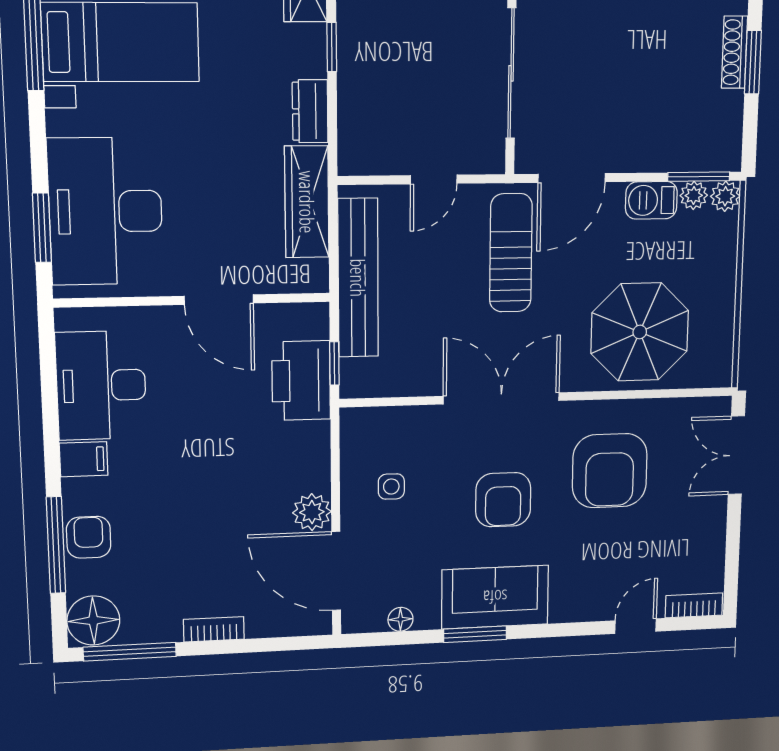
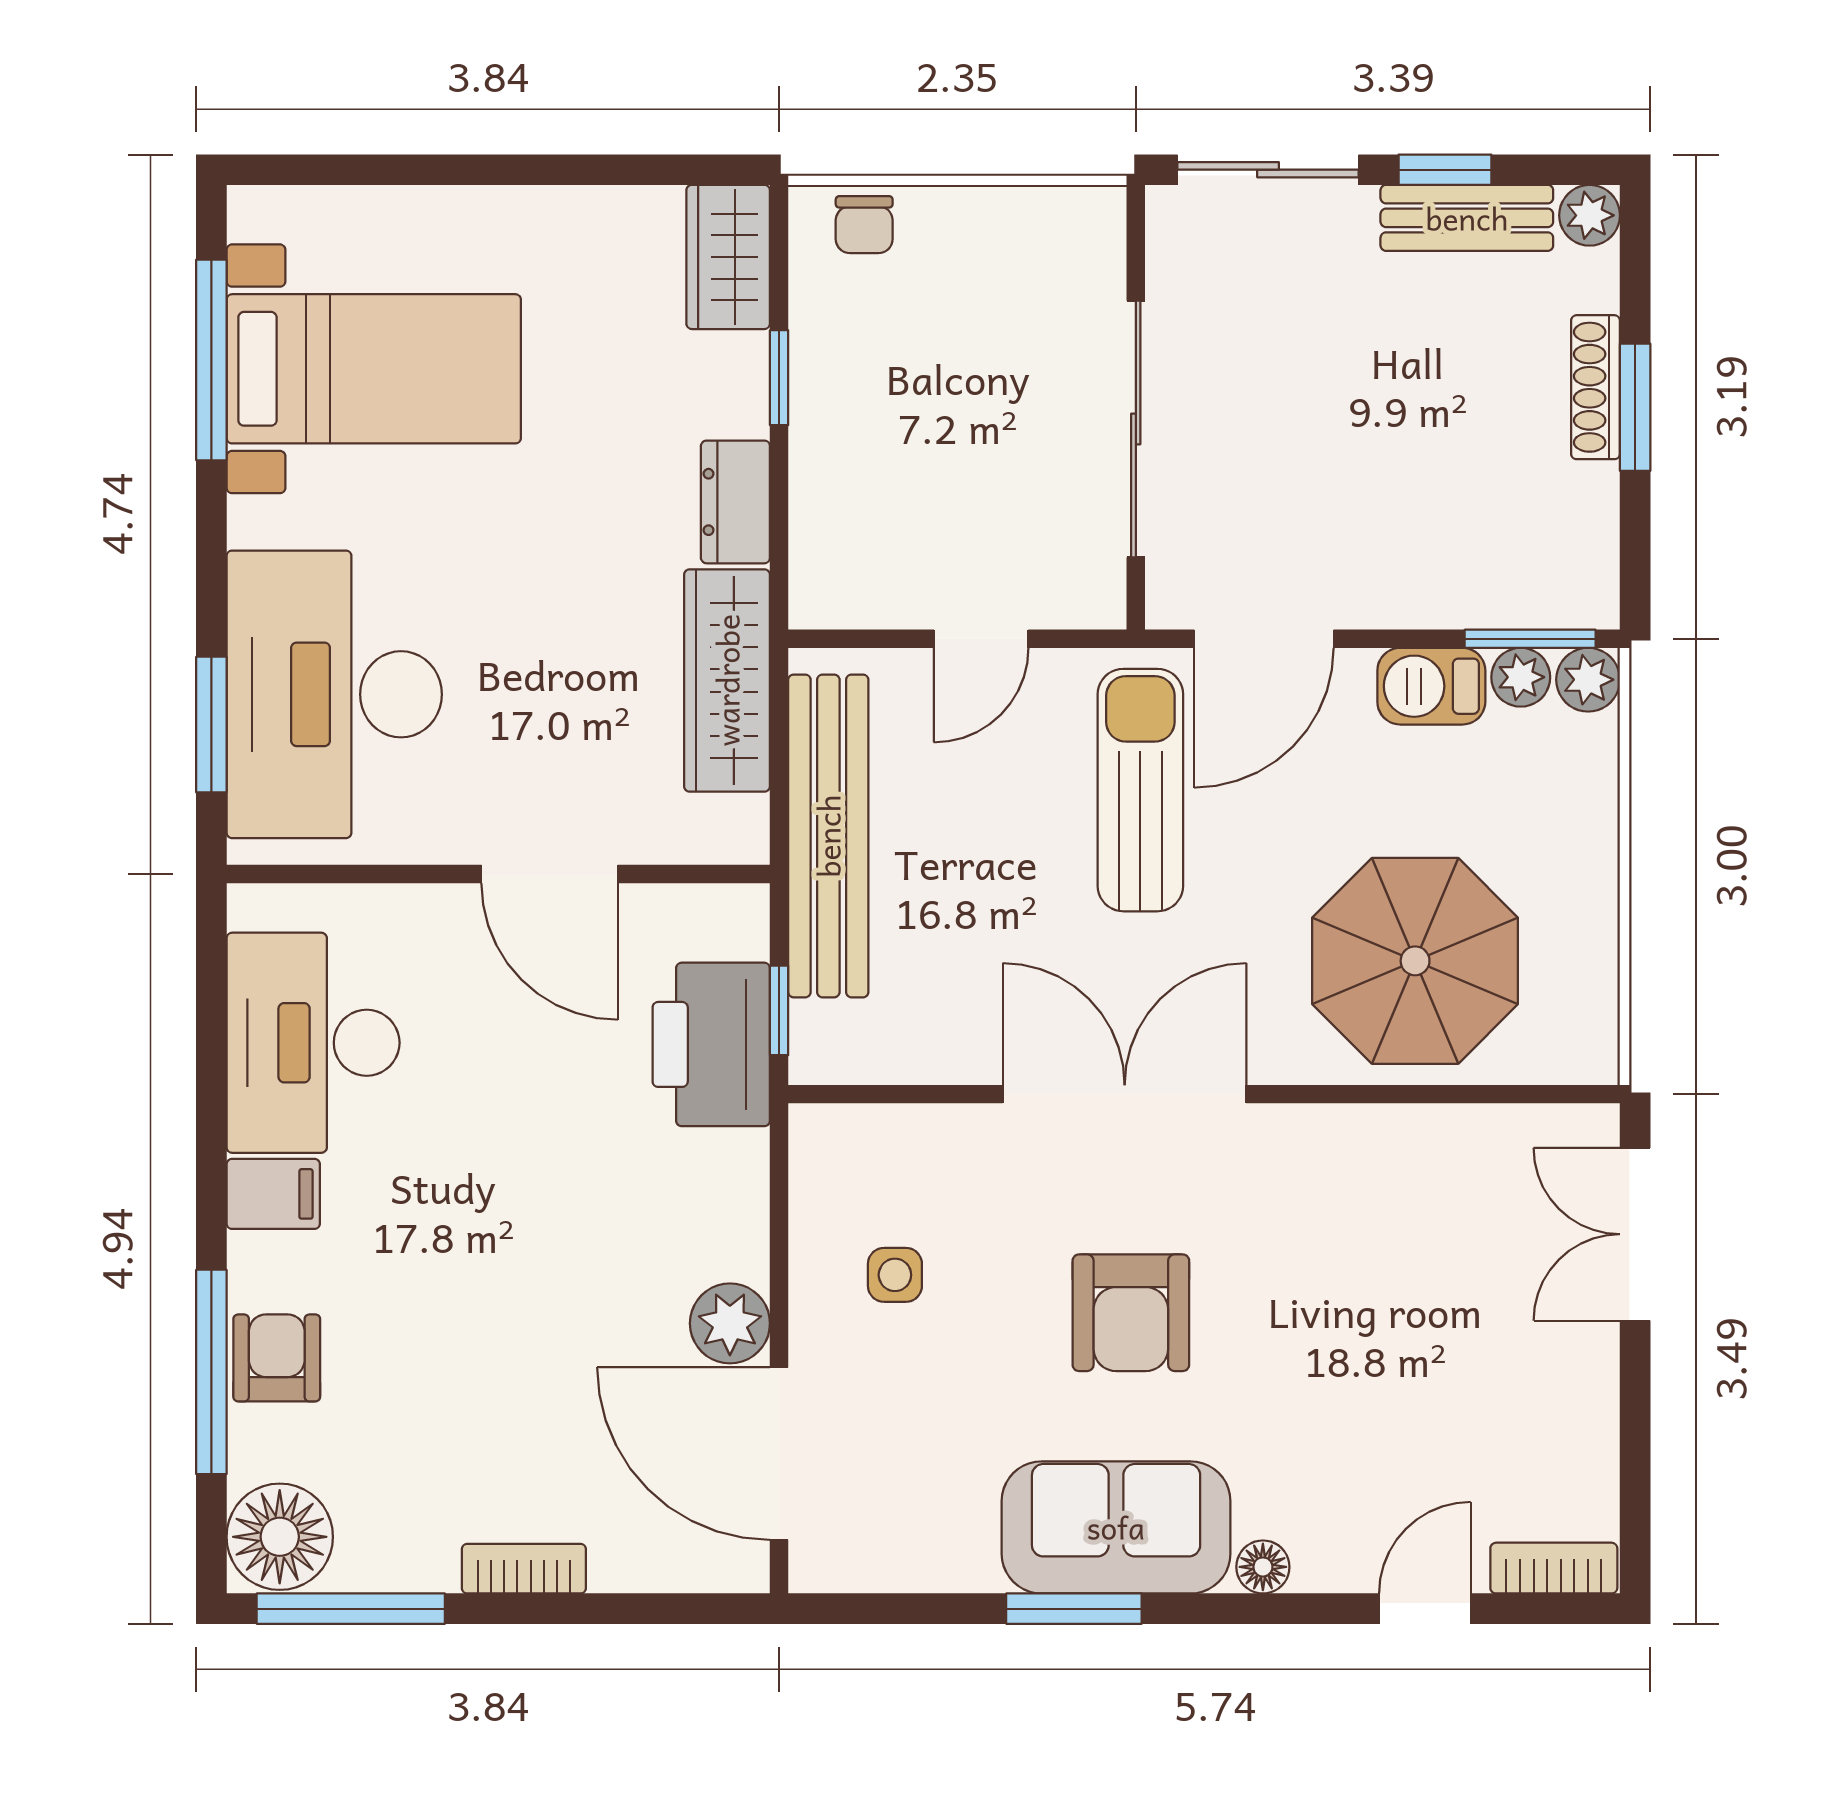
armchair: (610, 471) -> (1359, 1258), removed
floor lamp: (400, 619) -> (1263, 1567), moved

